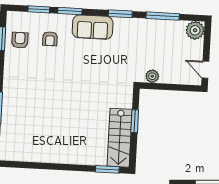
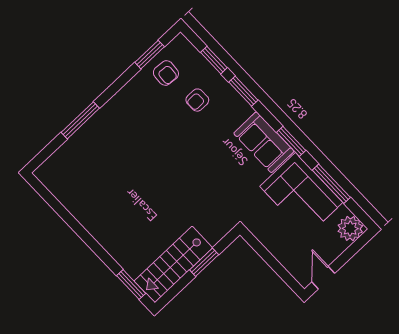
sofa: (93, 27) -> (264, 142), moved
corner sofa: (152, 37) -> (301, 194), added
armchair: (20, 40) -> (166, 73), turned 94
plant: (152, 76) -> (264, 234), removed

